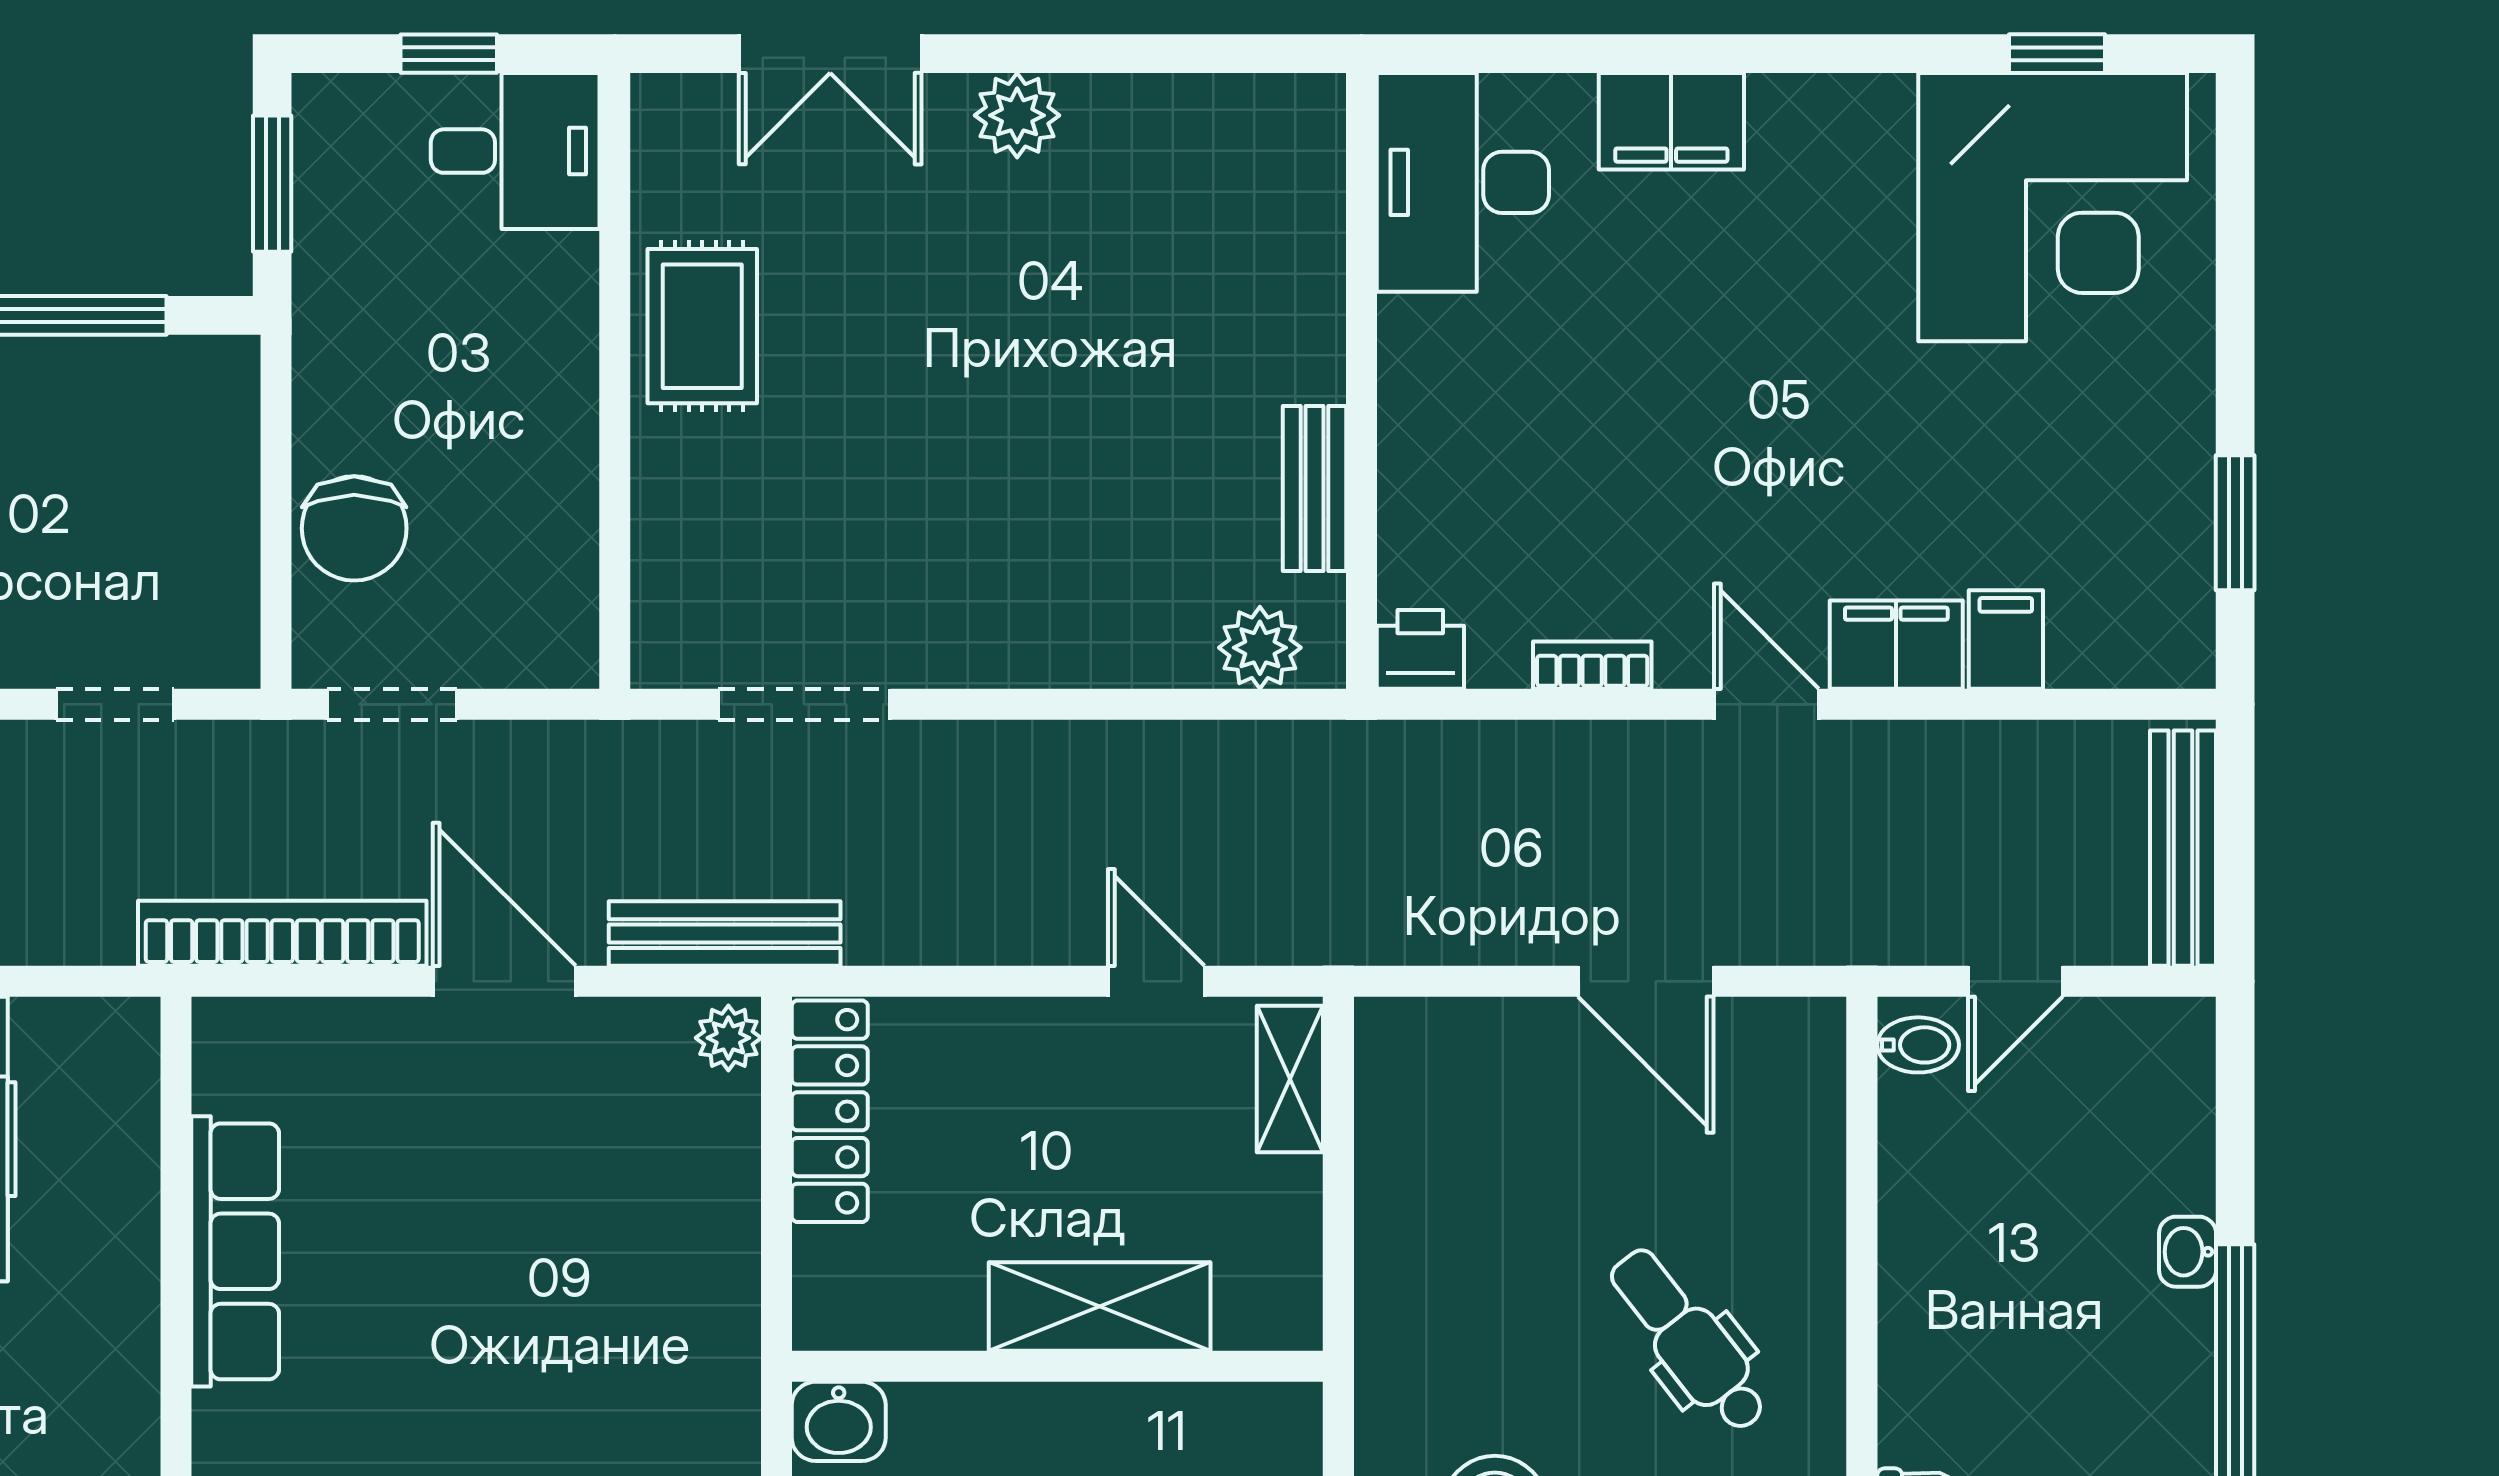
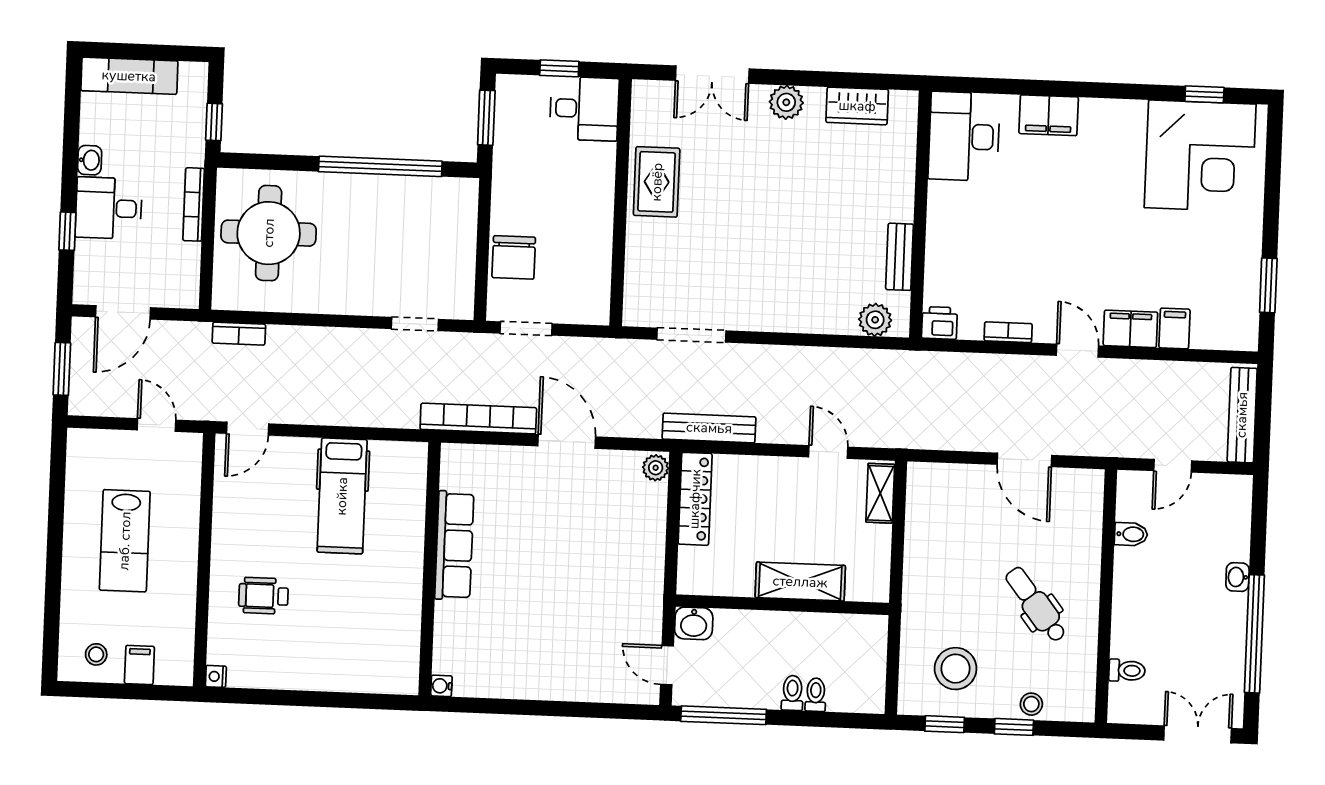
wardrobe: (1194, 117) -> (857, 106), added
bench: (725, 934) -> (709, 428), moved
bidet: (1918, 1045) -> (1131, 534), moved

